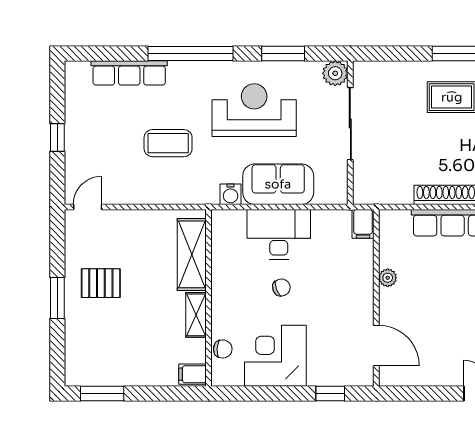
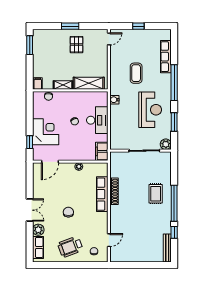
sofa: (278, 184) -> (119, 120), removed
door: (88, 207) -> (109, 39), hinge flipped
filing cabinet: (363, 224) -> (102, 151), width x2.00
corner desk: (275, 356) -> (46, 132), moved

